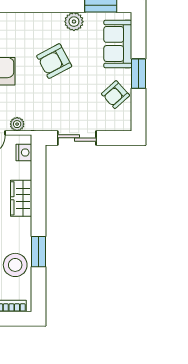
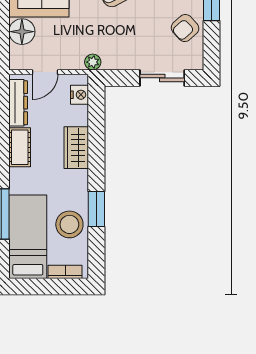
plant: (17, 124) -> (93, 62), moved
sliding door: (77, 138) -> (162, 78), moved

